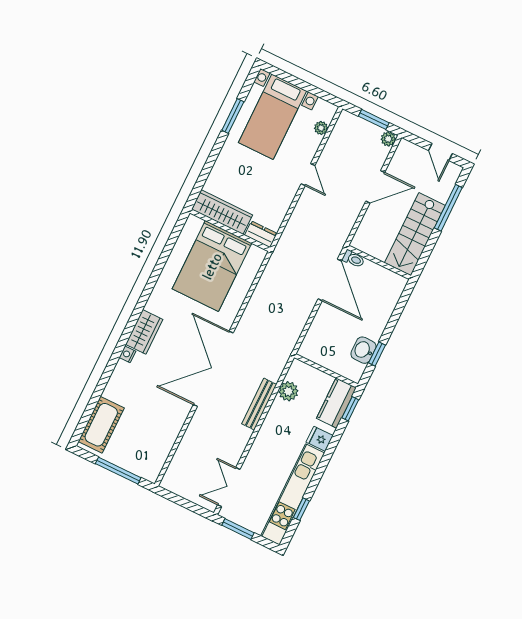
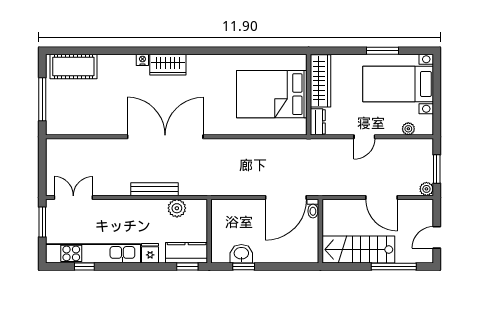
wardrobe: (222, 212) -> (320, 81), moved
wall: (230, 230) -> (309, 95), moved
dresser: (261, 234) -> (318, 122), moved
bed: (212, 266) -> (272, 94), moved

